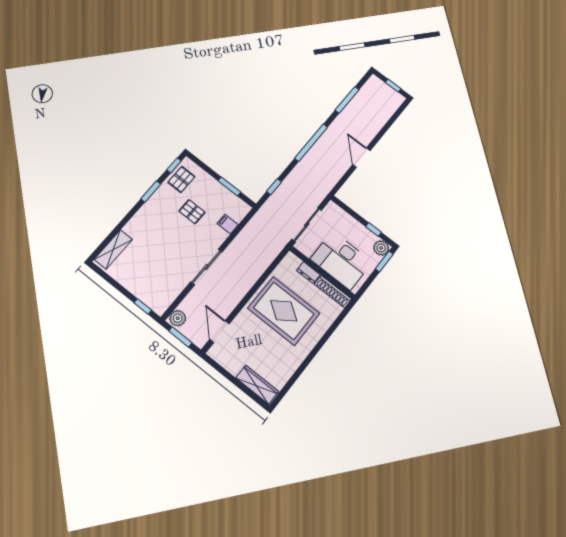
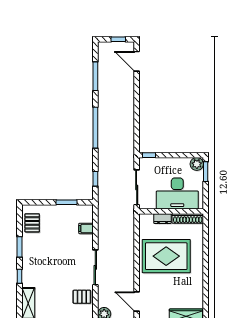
door: (361, 158) -> (137, 61), moved
window: (174, 165) -> (20, 276), moved
pallet: (192, 212) -> (82, 297), moved
window: (374, 229) -> (149, 155), moved

